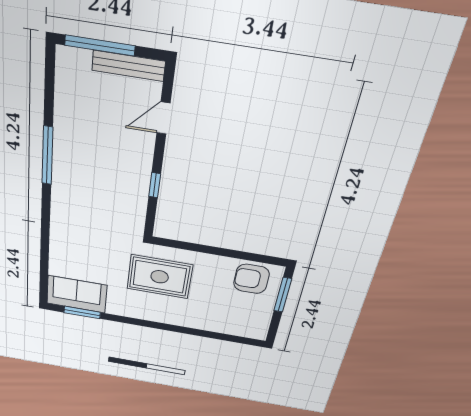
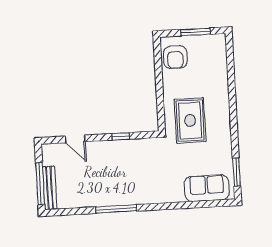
bench: (128, 66) -> (50, 188), moved
sofa: (77, 294) -> (207, 188), moved, turned 90
window: (283, 295) -> (196, 32), moved

